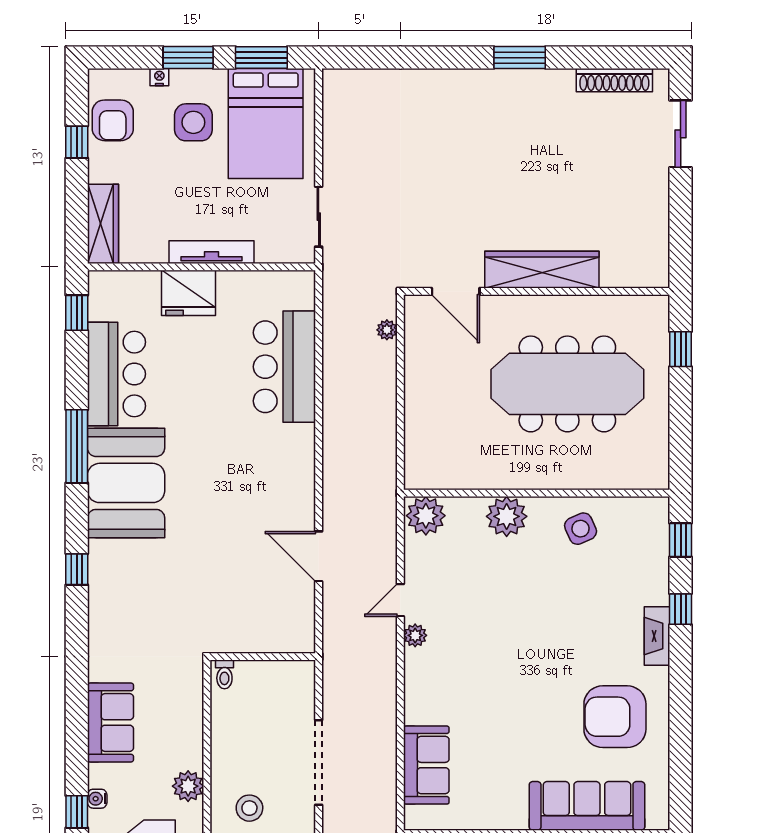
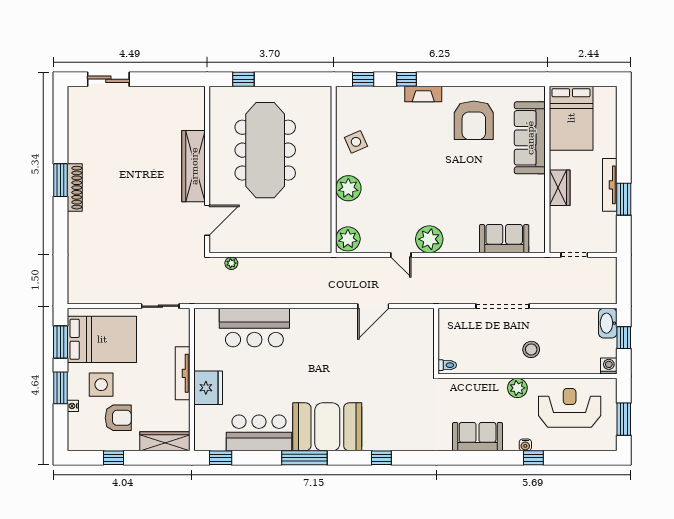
shoe rack: (614, 80) -> (75, 188), moved
armchair: (113, 120) -> (118, 418), moved
plant: (415, 635) -> (429, 239), width x1.88, depth x1.88

